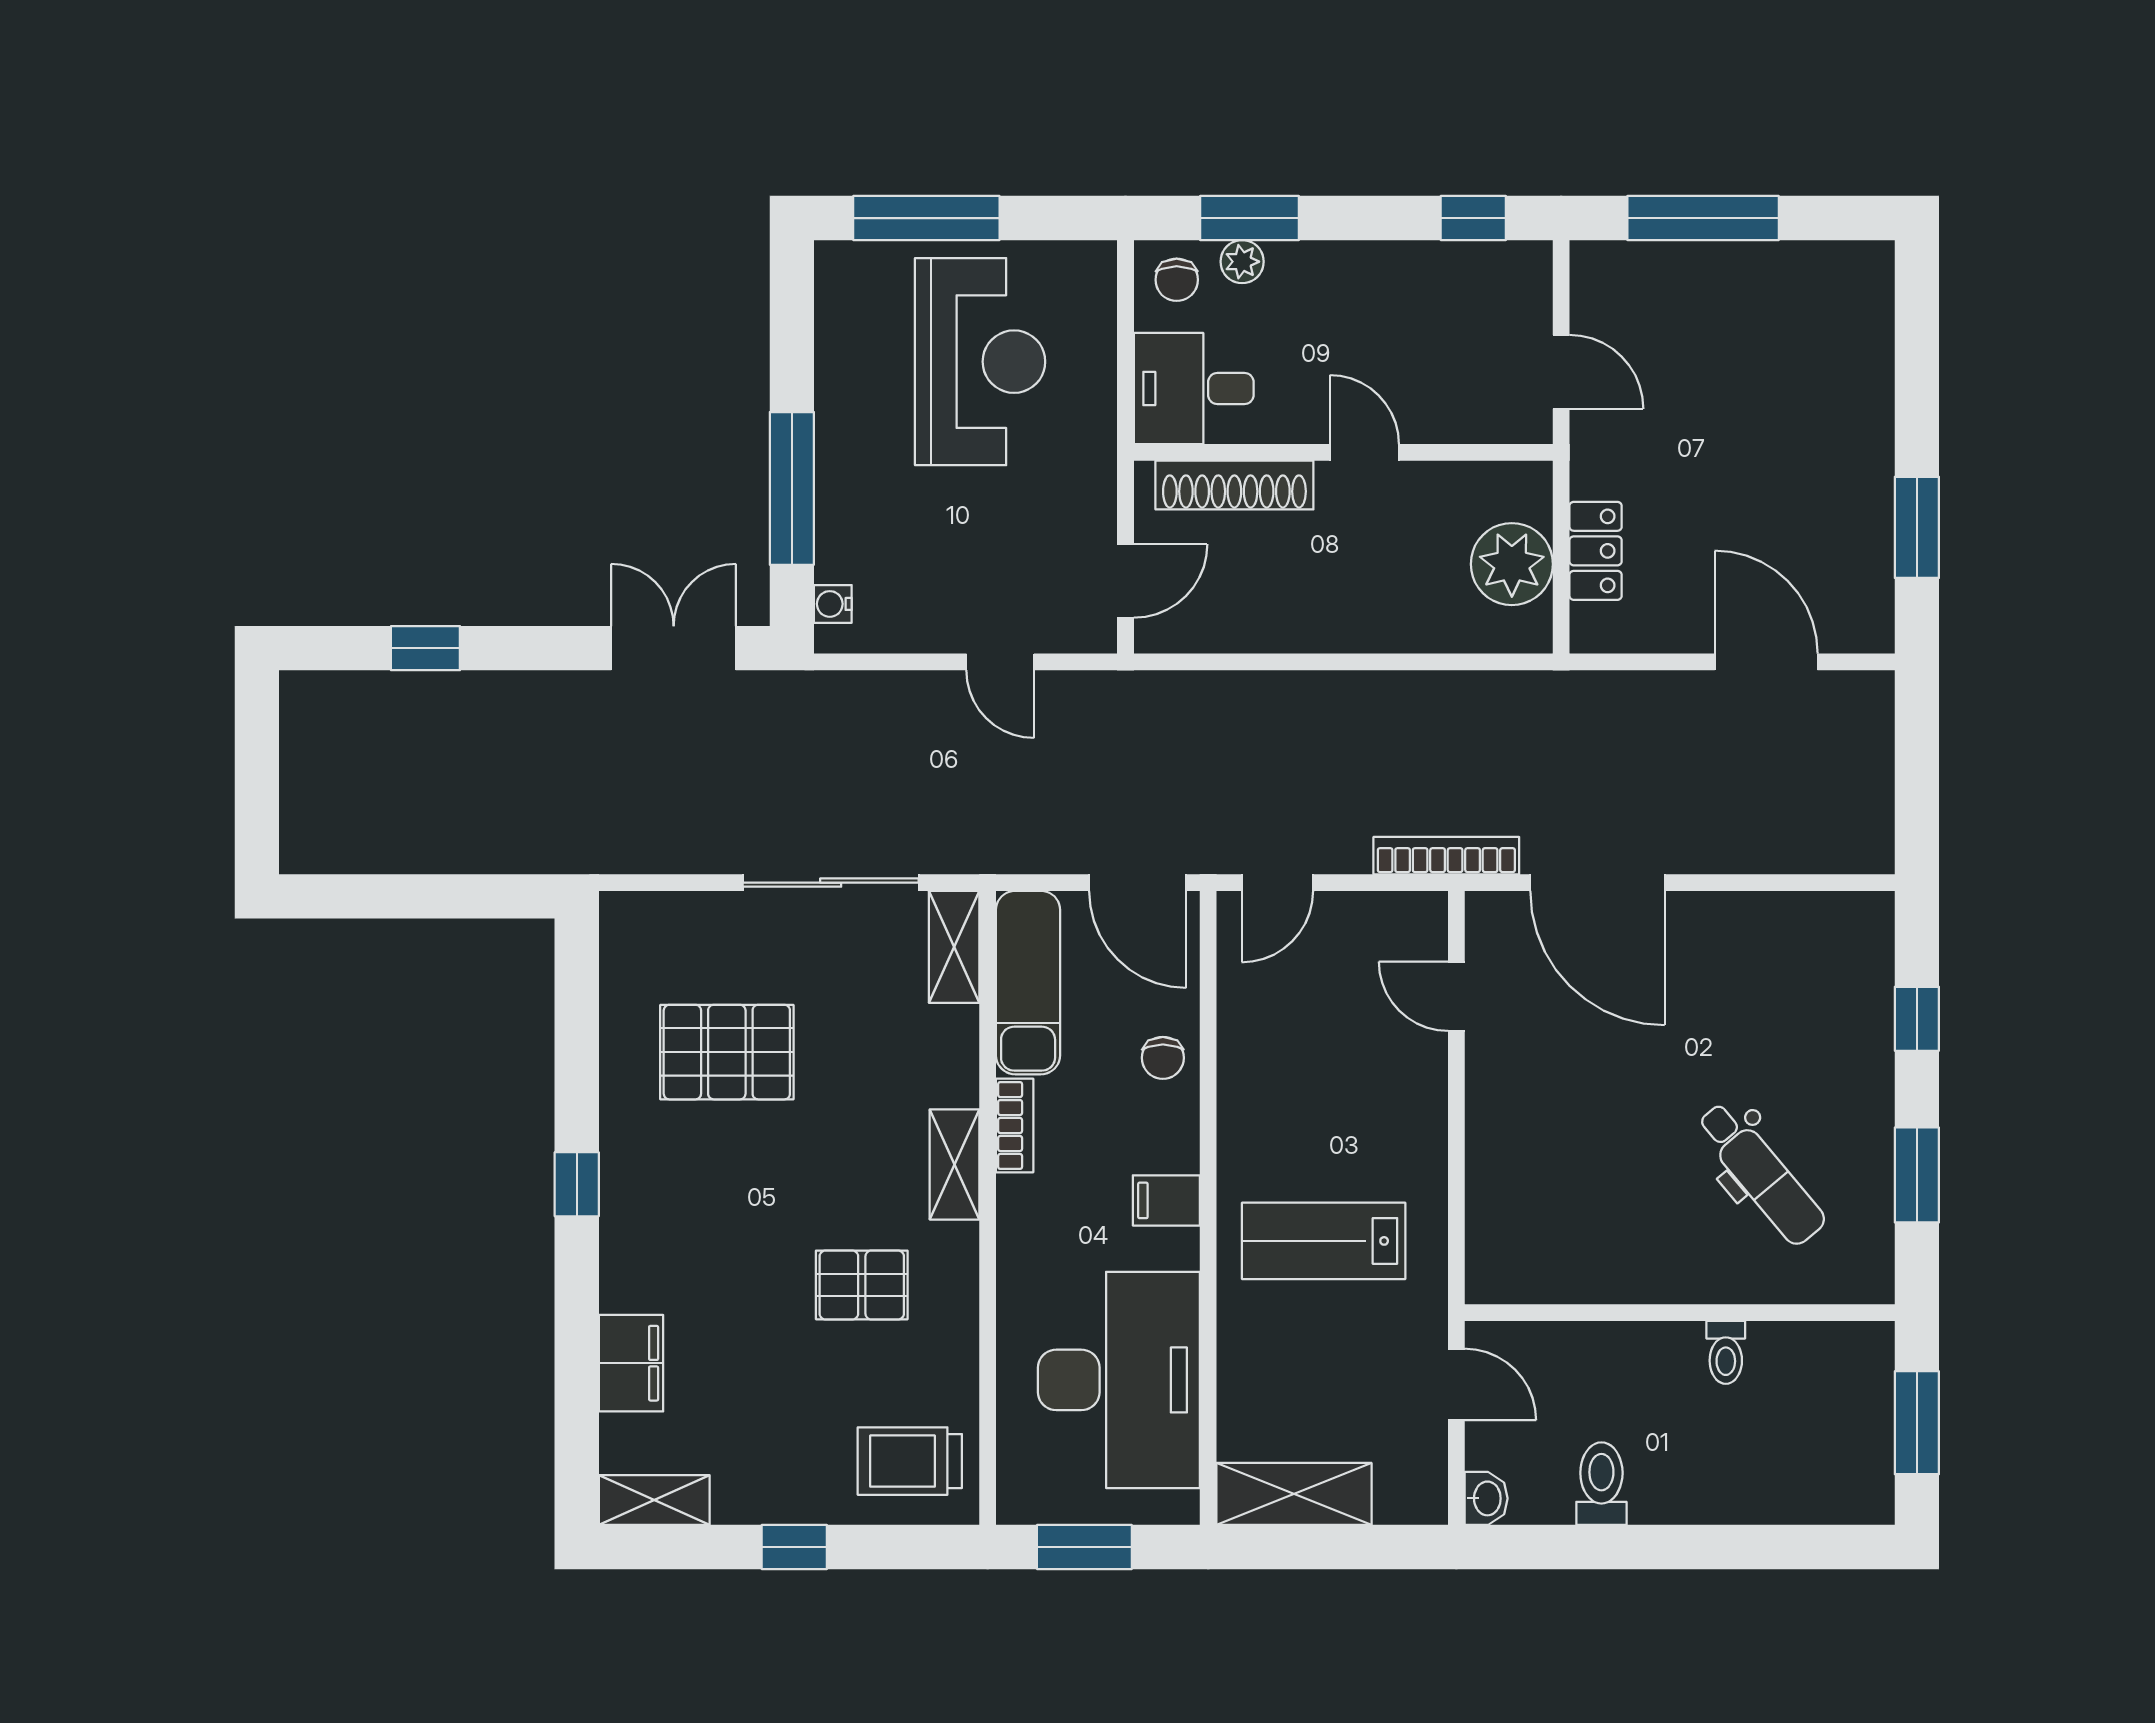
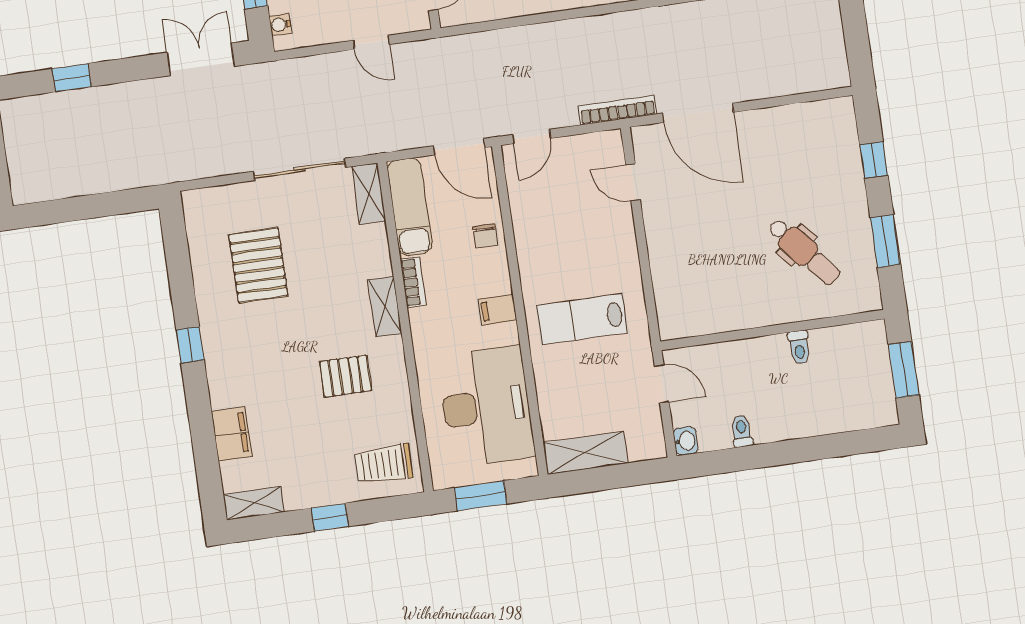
pallet: (727, 1052) -> (258, 265), turned 90
toilet: (1601, 1484) -> (742, 431), width x0.73, depth x0.72

